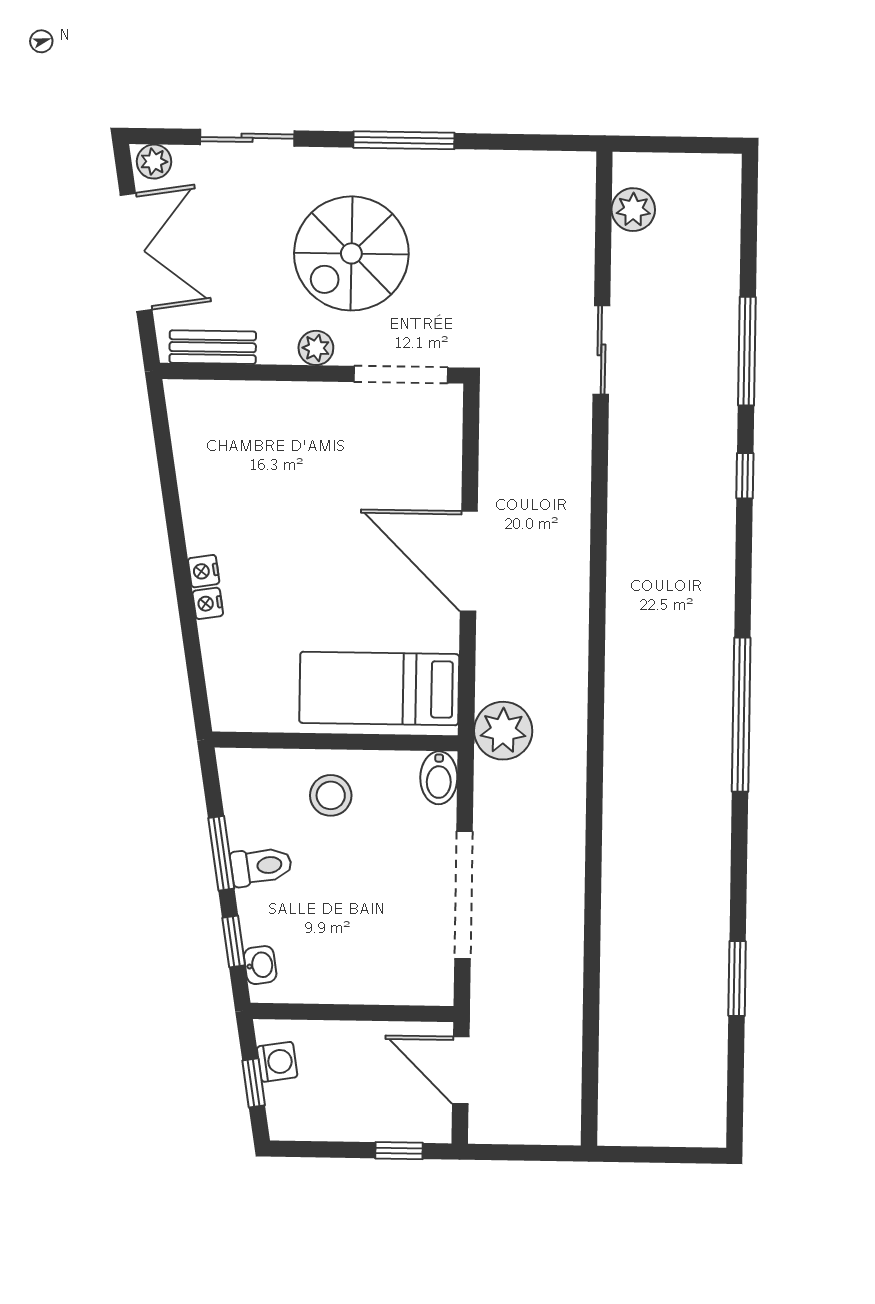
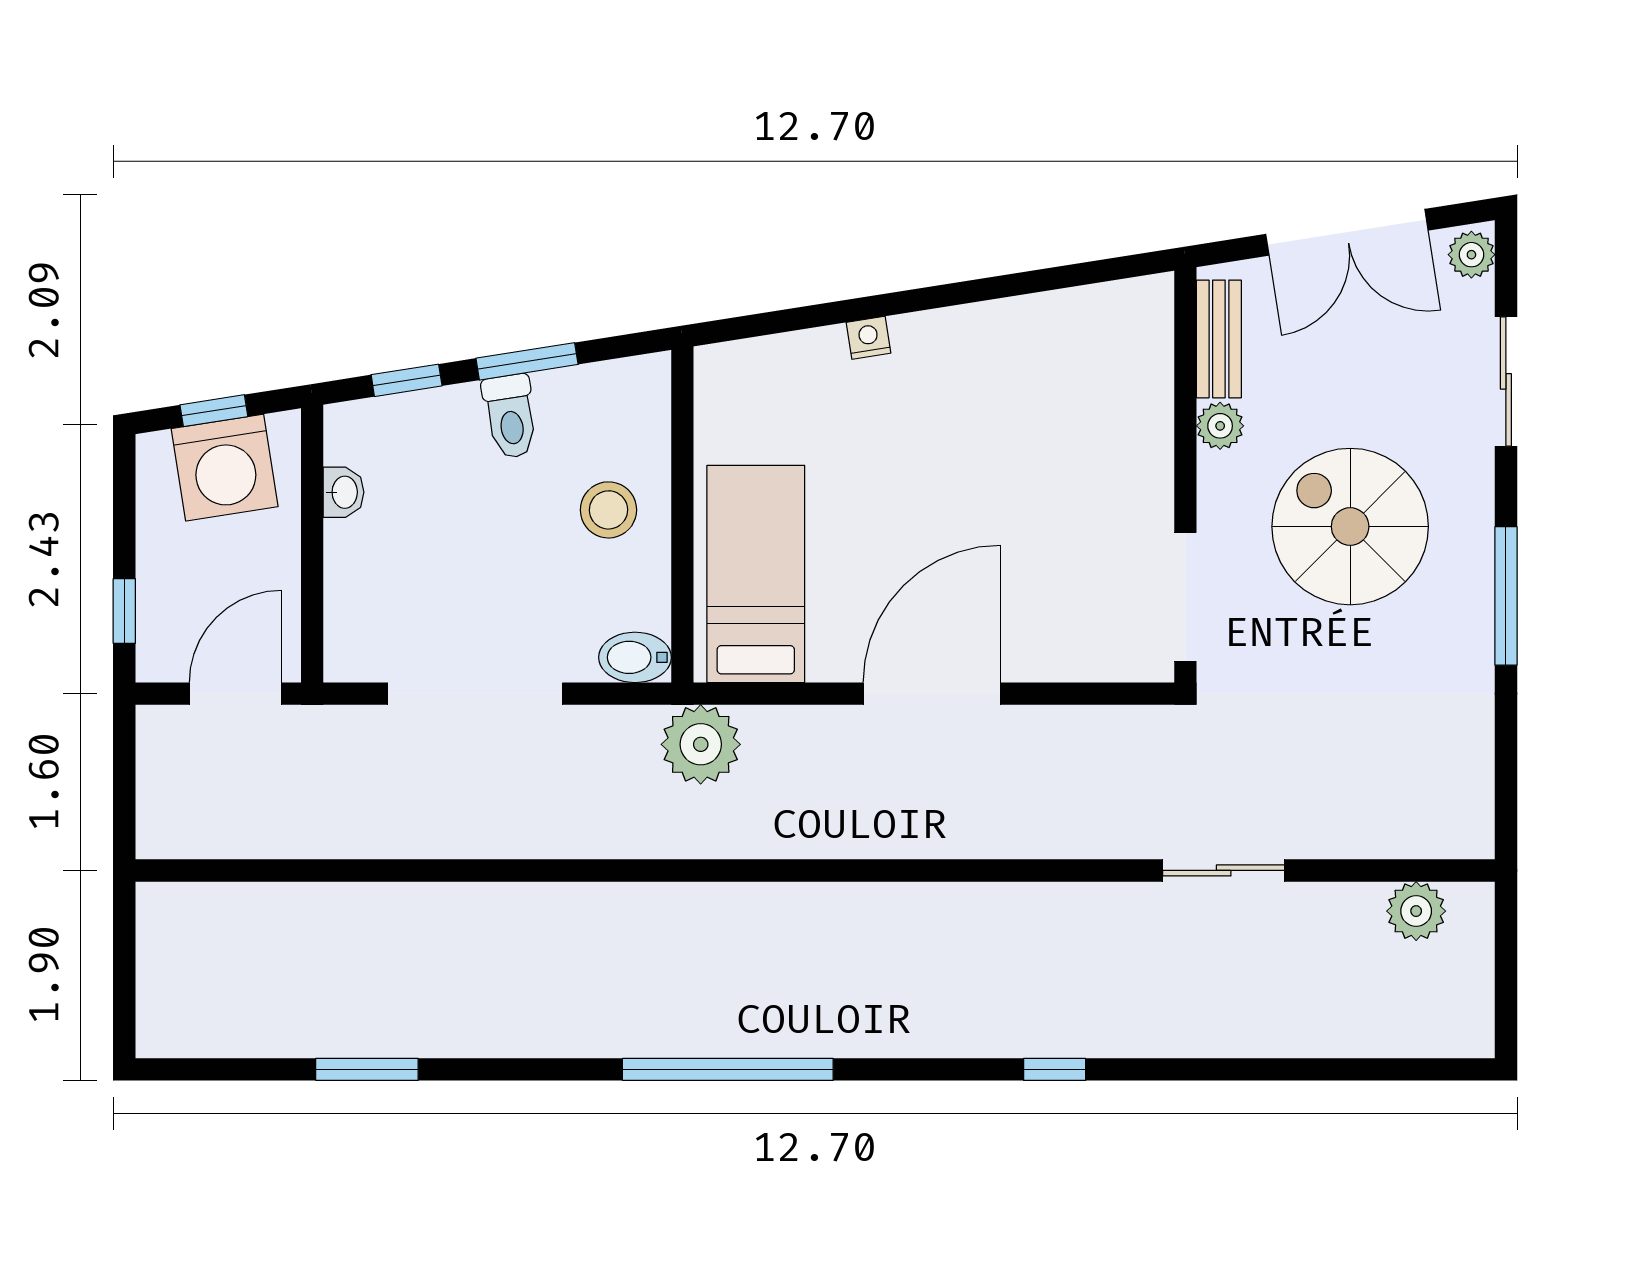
plant: (316, 348) -> (1220, 426), moved
window: (747, 351) -> (1225, 1069), removed
nightstand: (204, 571) -> (913, 331), removed
washbasin: (260, 965) -> (344, 492), moved, turned -81
washing machine: (277, 1062) -> (225, 468), width x1.89, depth x1.89

